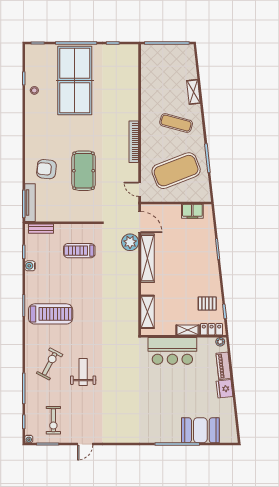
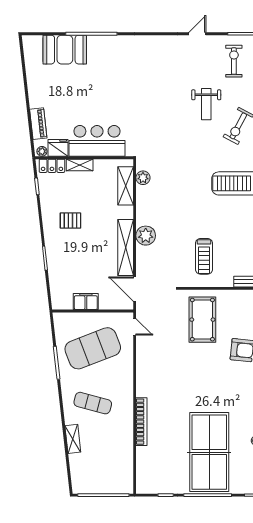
bookcase: (134, 142) -> (141, 422), moved
pool table: (84, 171) -> (202, 320), moved
filing cabinet: (192, 211) -> (86, 302), moved
plant: (130, 242) -> (146, 236), moved
treadmill: (79, 251) -> (204, 256), turned 90
pallet: (207, 304) -> (70, 221), moved
plant: (132, 319) -> (143, 178), added
weight bench: (83, 372) -> (206, 104), moved
fridge: (225, 389) -> (58, 148), moved, turned -84

